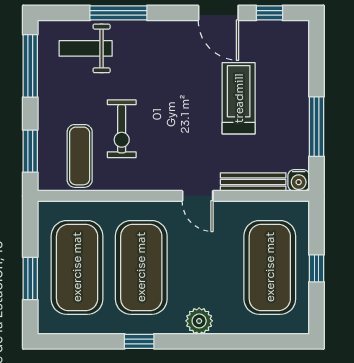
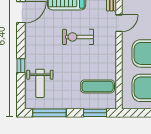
window: (118, 13) -> (21, 66), width x0.46
exercise bike: (122, 129) -> (78, 37), moved, turned 180

